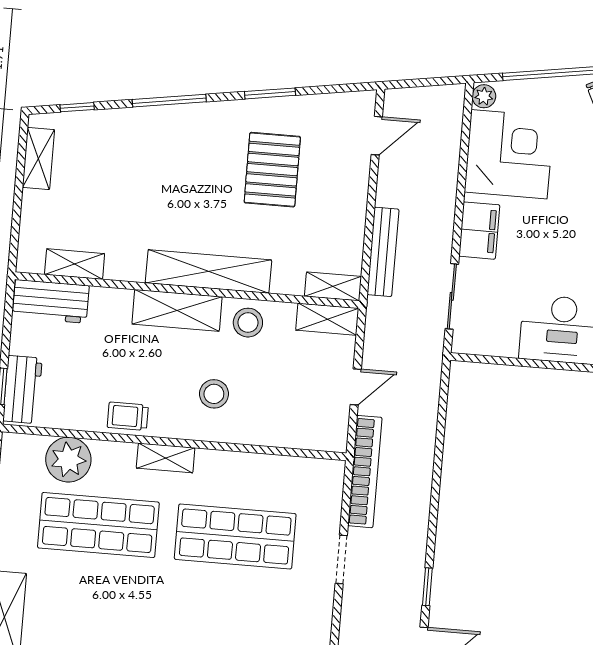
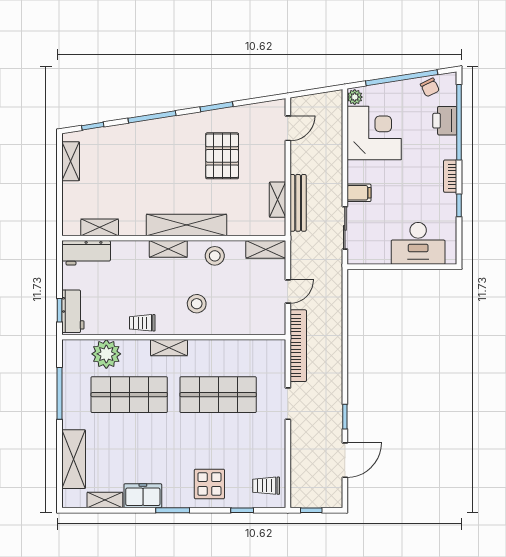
filing cabinet: (479, 231) -> (359, 193), width x0.50
shelving: (333, 286) -> (277, 200), moved, turned 90
shelving: (177, 310) -> (168, 249), width x0.67, depth x0.75

